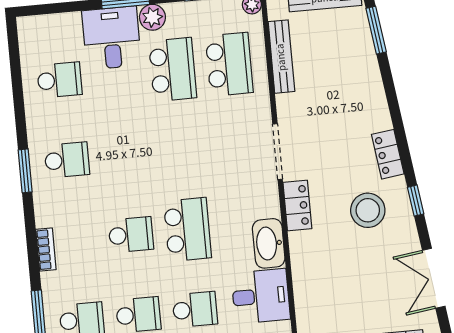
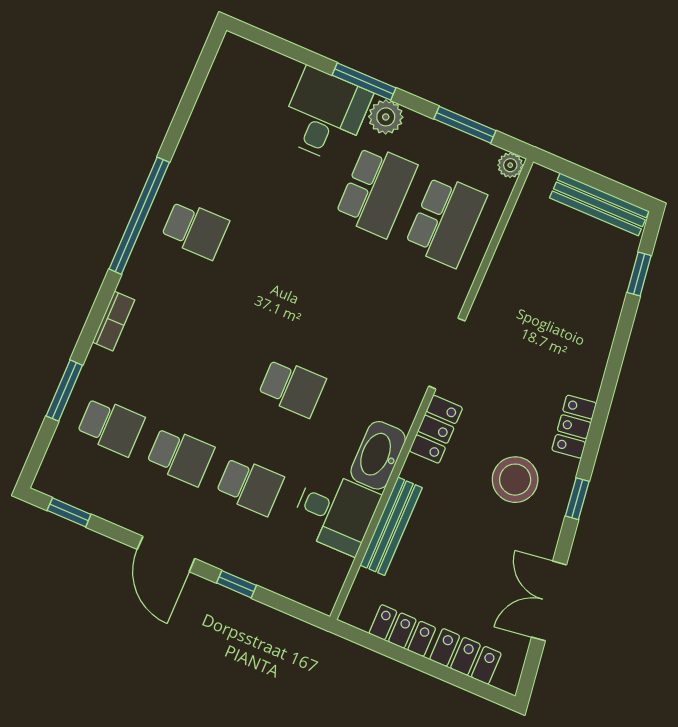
window: (376, 30) -> (639, 274), width x0.67
bench: (281, 57) -> (391, 526), moved
school desk: (59, 80) -> (237, 131), removed
window: (25, 171) -> (139, 216), width x2.11
school desk: (187, 229) -> (292, 387), width x0.54
school desk: (131, 235) -> (222, 358), removed

